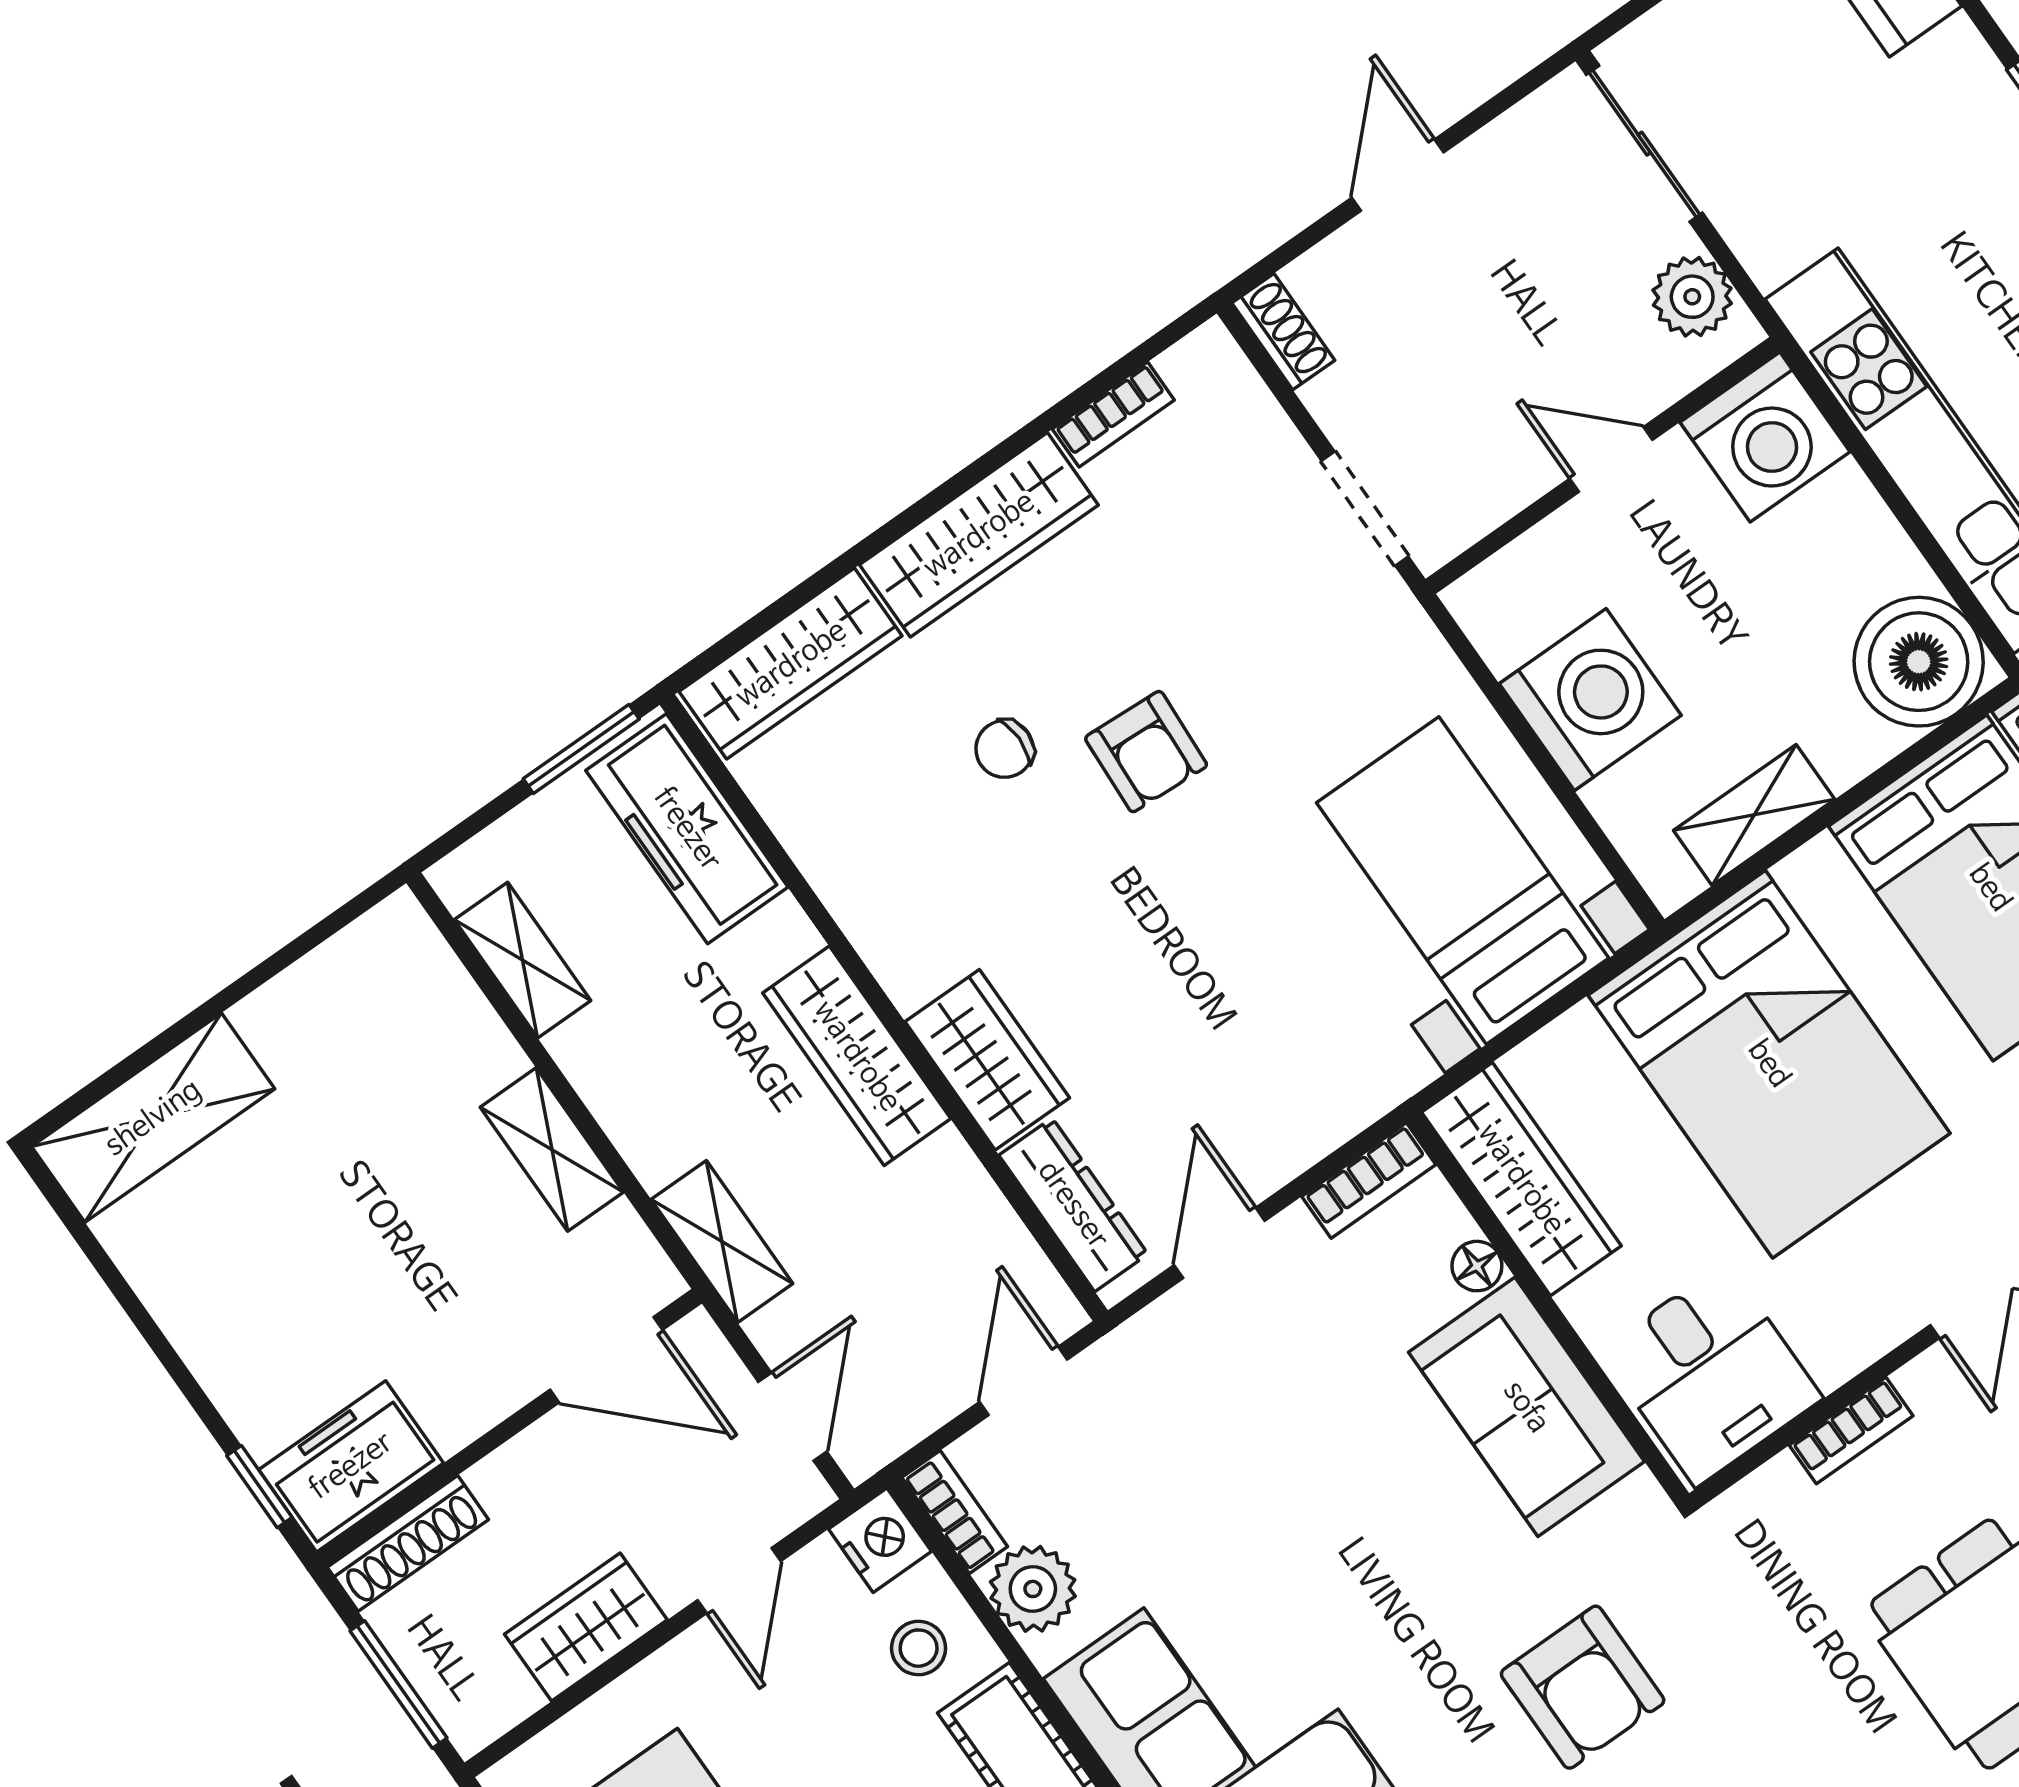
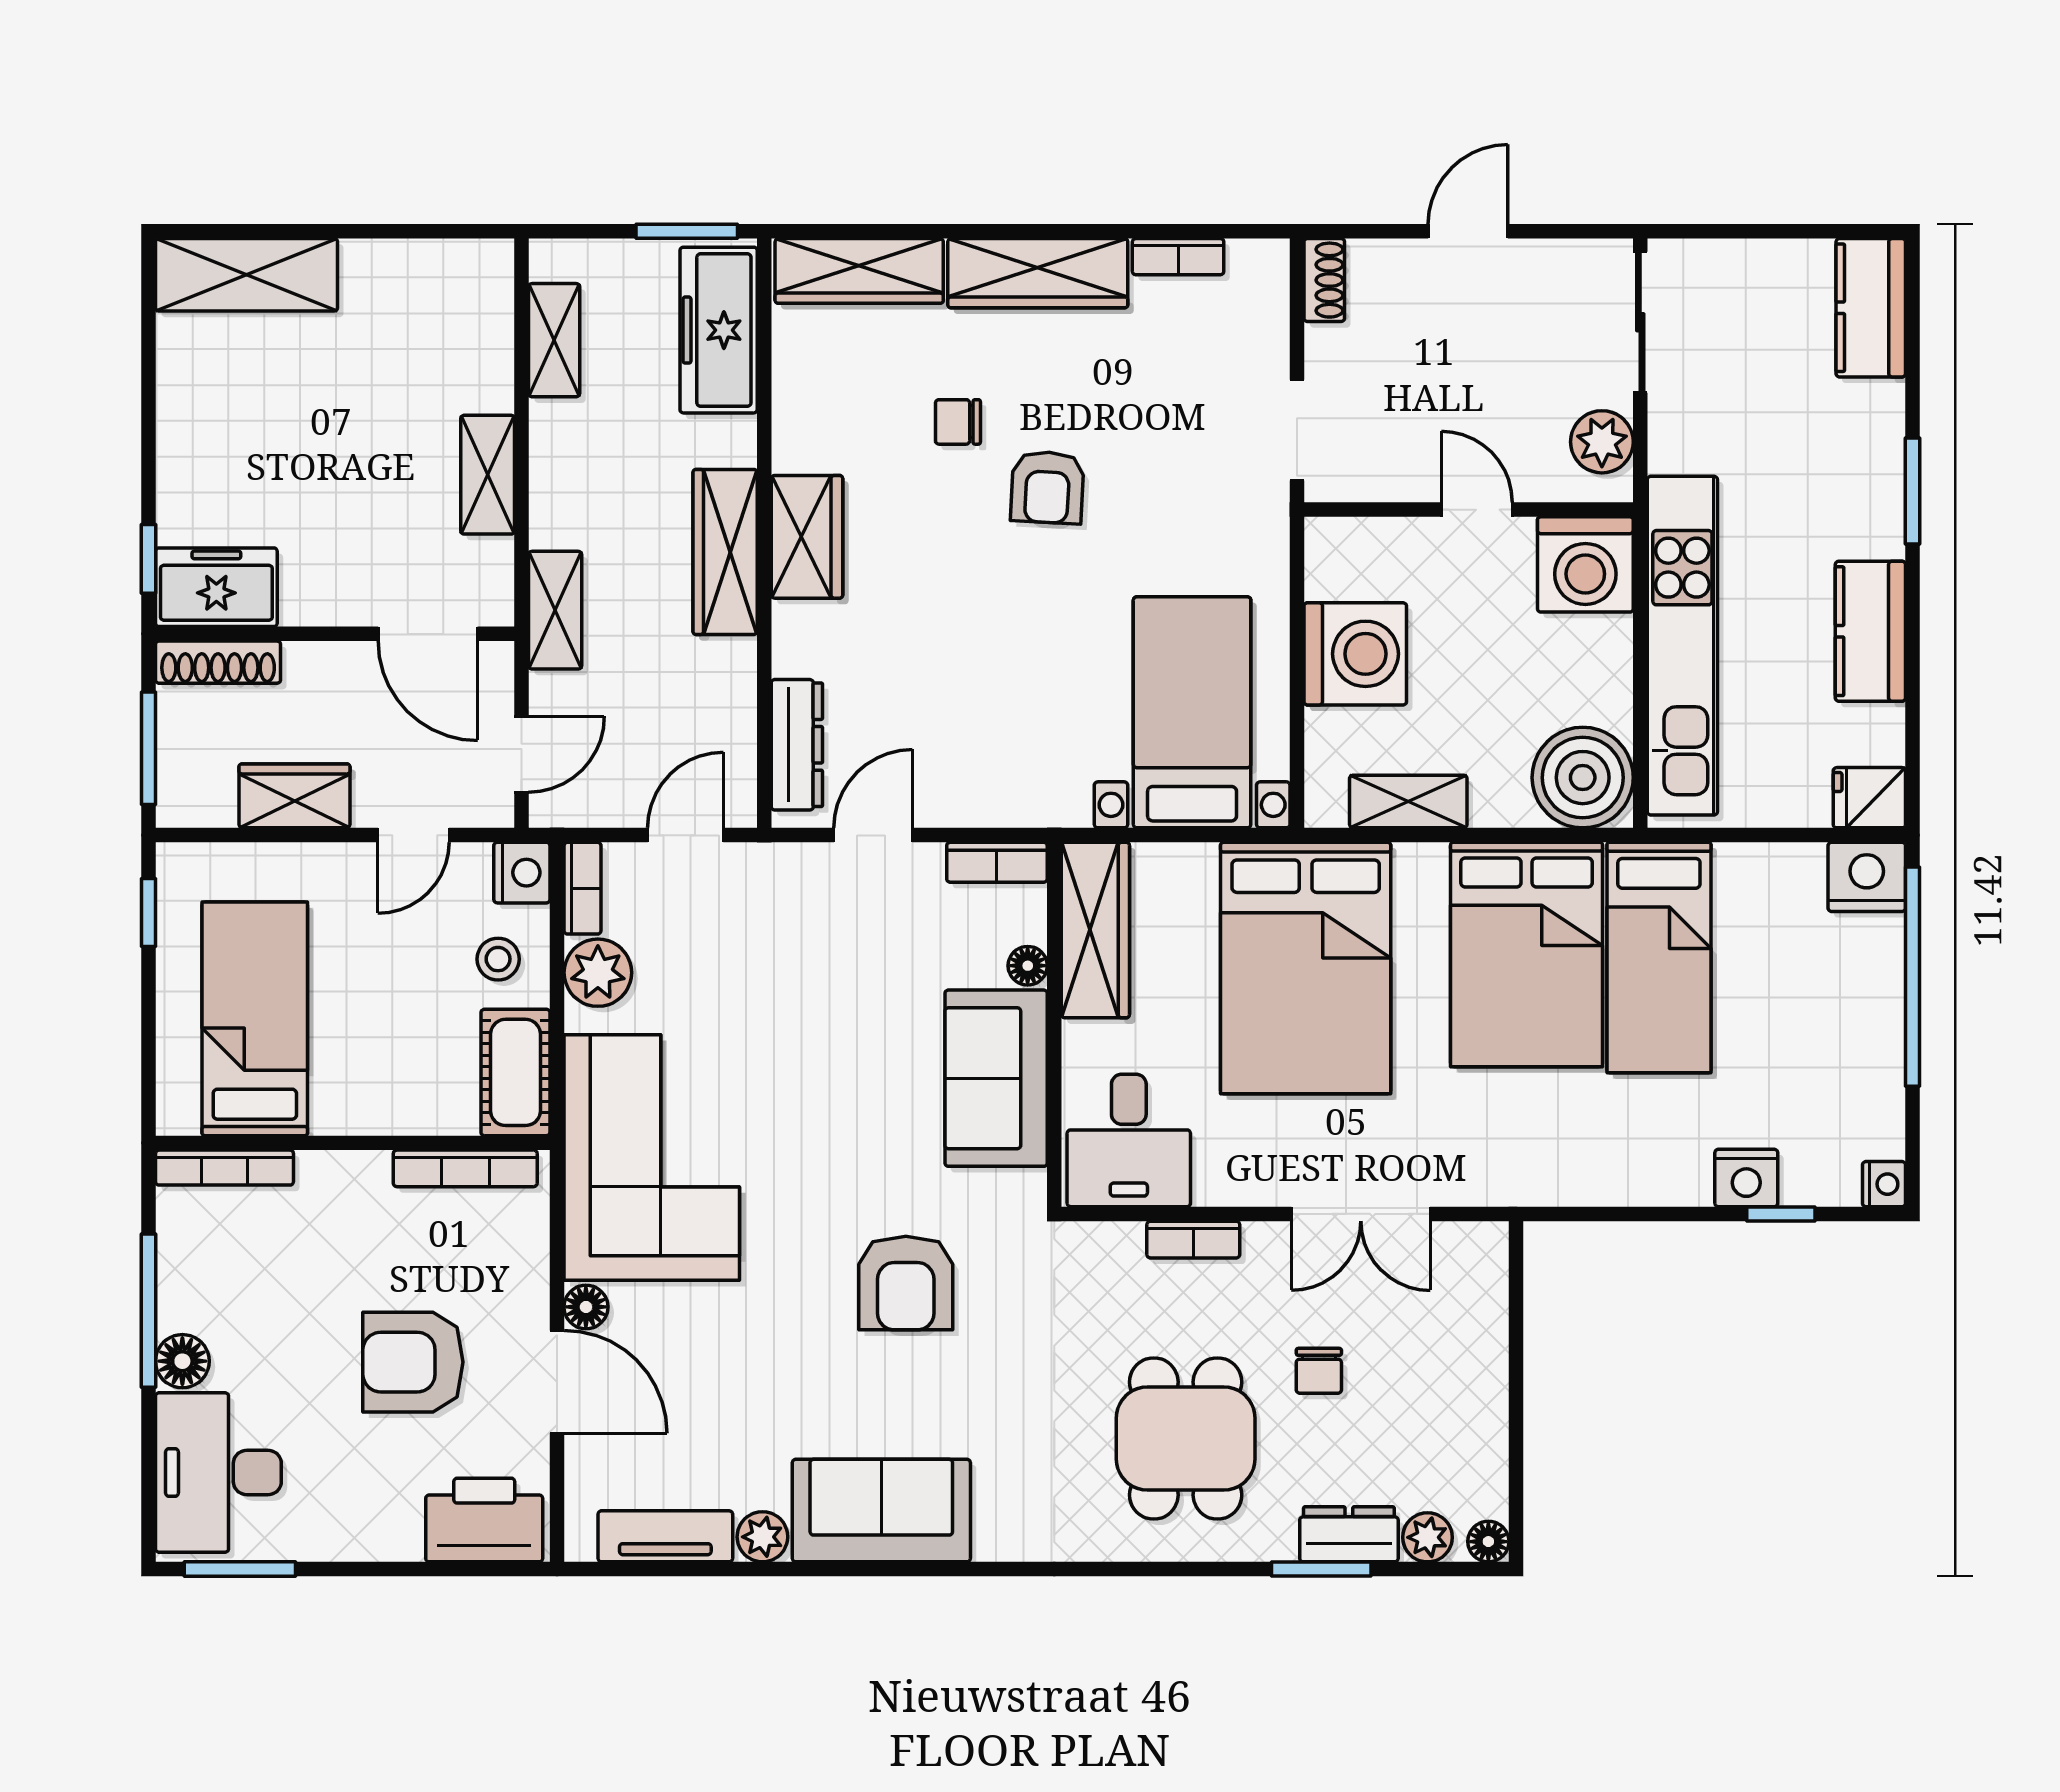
wardrobe: (987, 1060) -> (807, 537), moved

